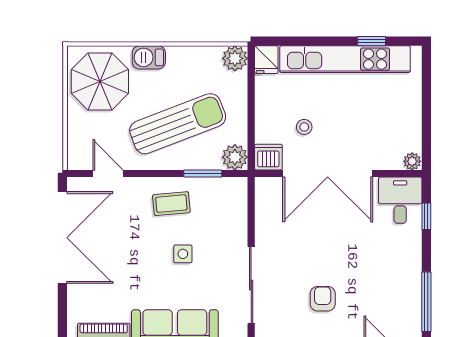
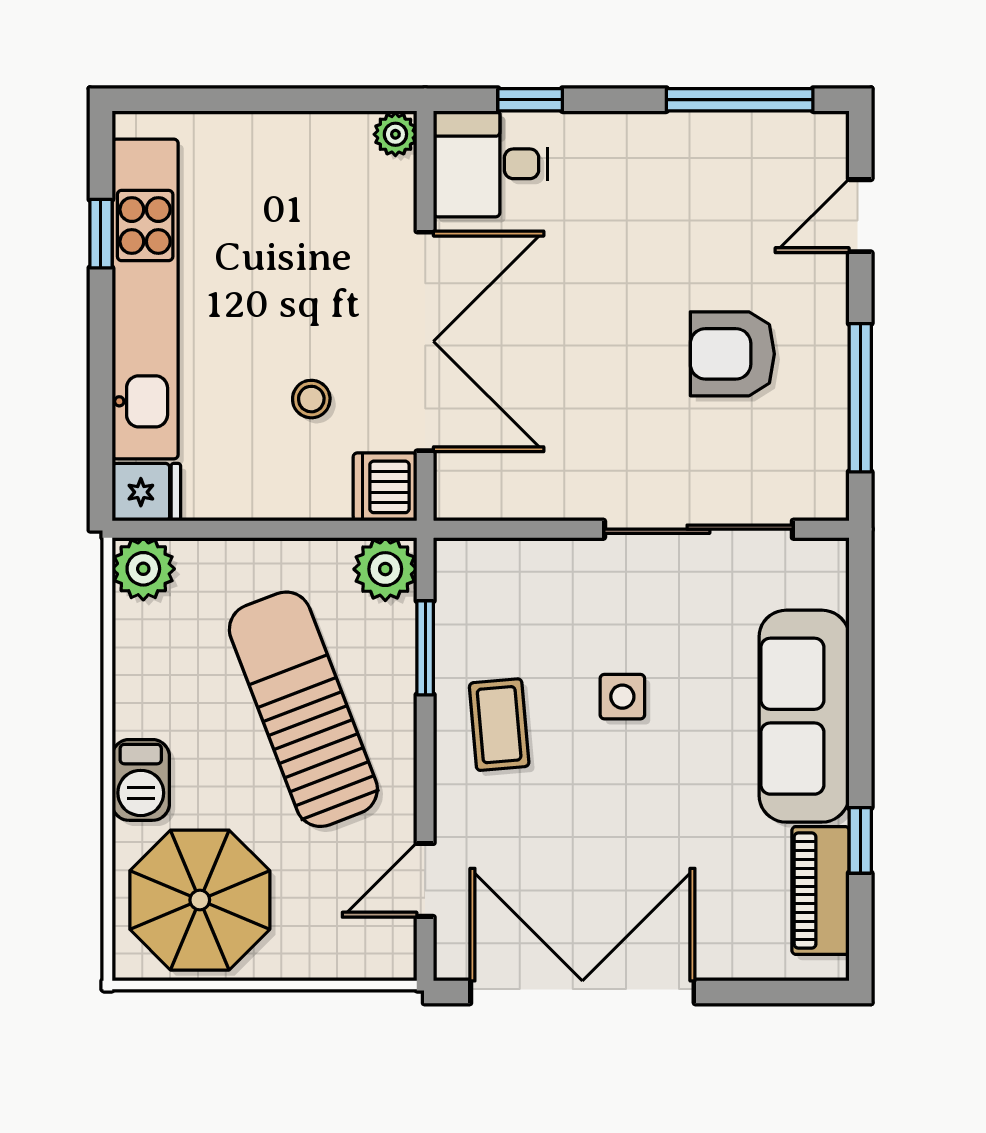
armchair: (323, 299) -> (732, 354), width x1.38, depth x1.38

